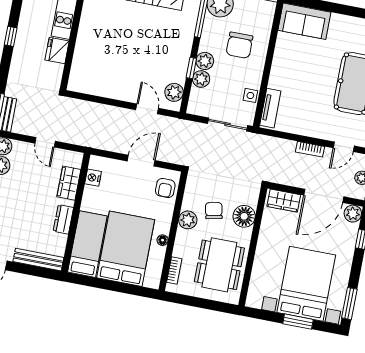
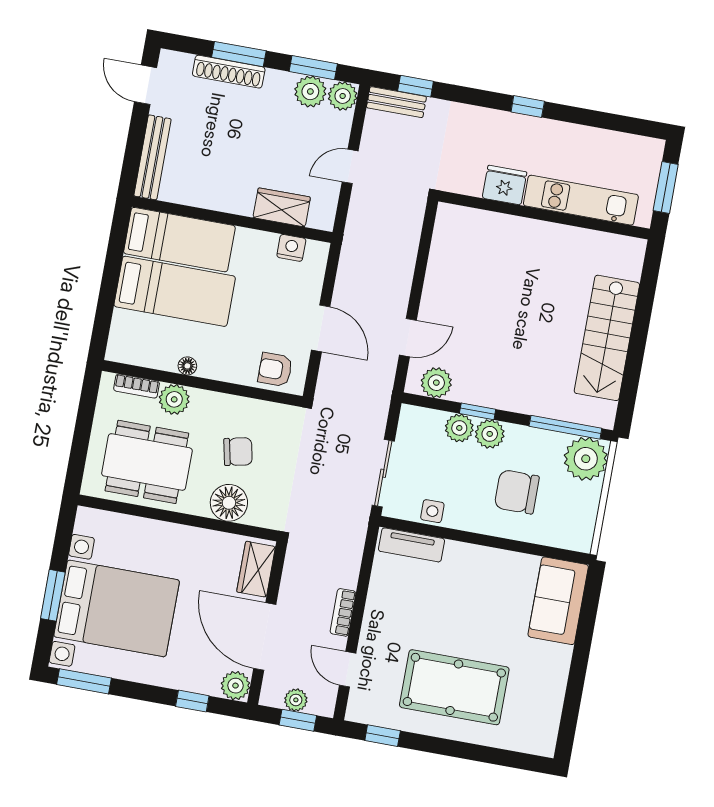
dresser: (63, 219) -> (221, 199), removed
plant: (188, 220) -> (174, 399), moved
bed: (126, 249) -> (175, 291), width x0.67

